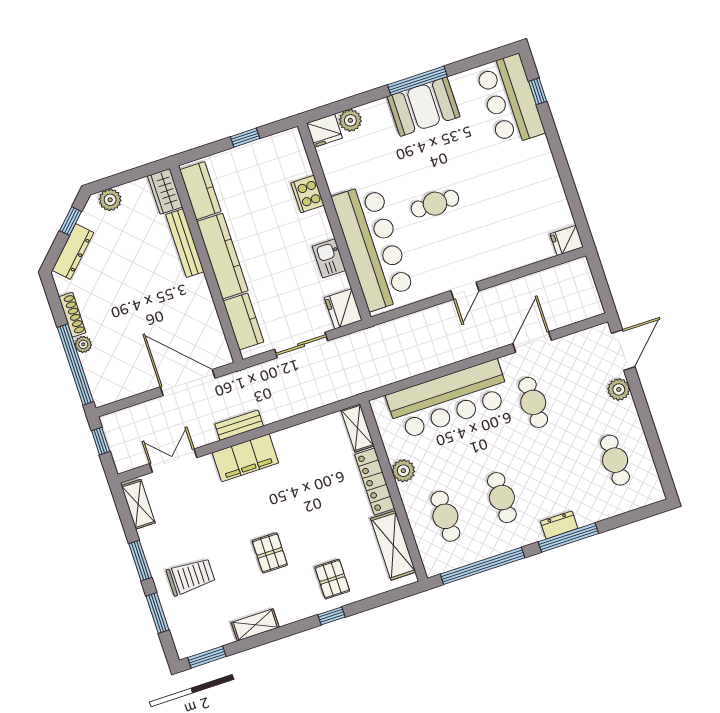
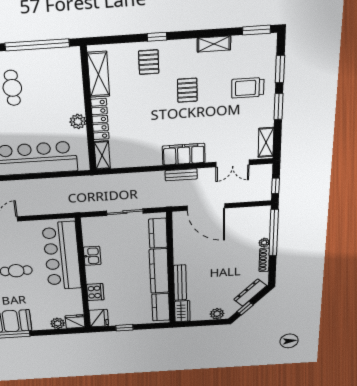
fridge: (343, 309) -> (99, 318), moved
cafe table: (445, 516) -> (56, 85), removed

